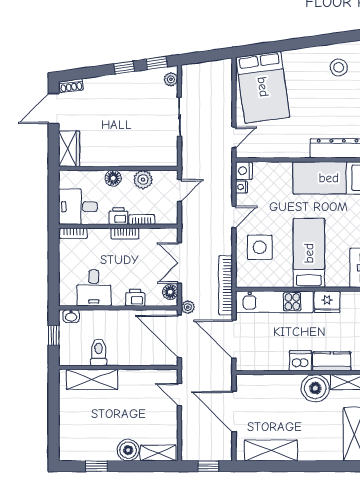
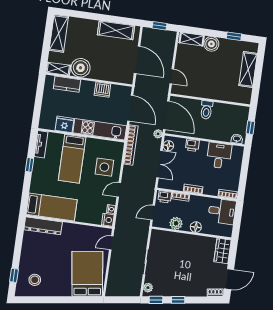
printer: (118, 216) -> (165, 197), moved
toilet: (99, 352) -> (206, 110), moved
dishwasher: (300, 361) -> (102, 90), moved
shelving: (92, 379) -> (248, 69), moved, turned 90

